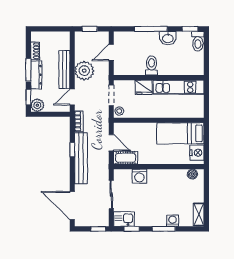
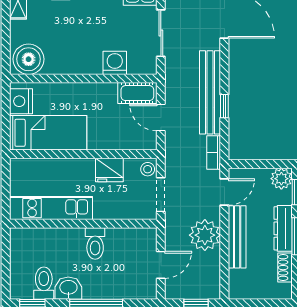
toilet: (198, 41) -> (44, 283), moved
fridge: (144, 87) -> (109, 170), moved, turned 180
boiler: (192, 174) -> (29, 59), width x1.86, depth x1.86

